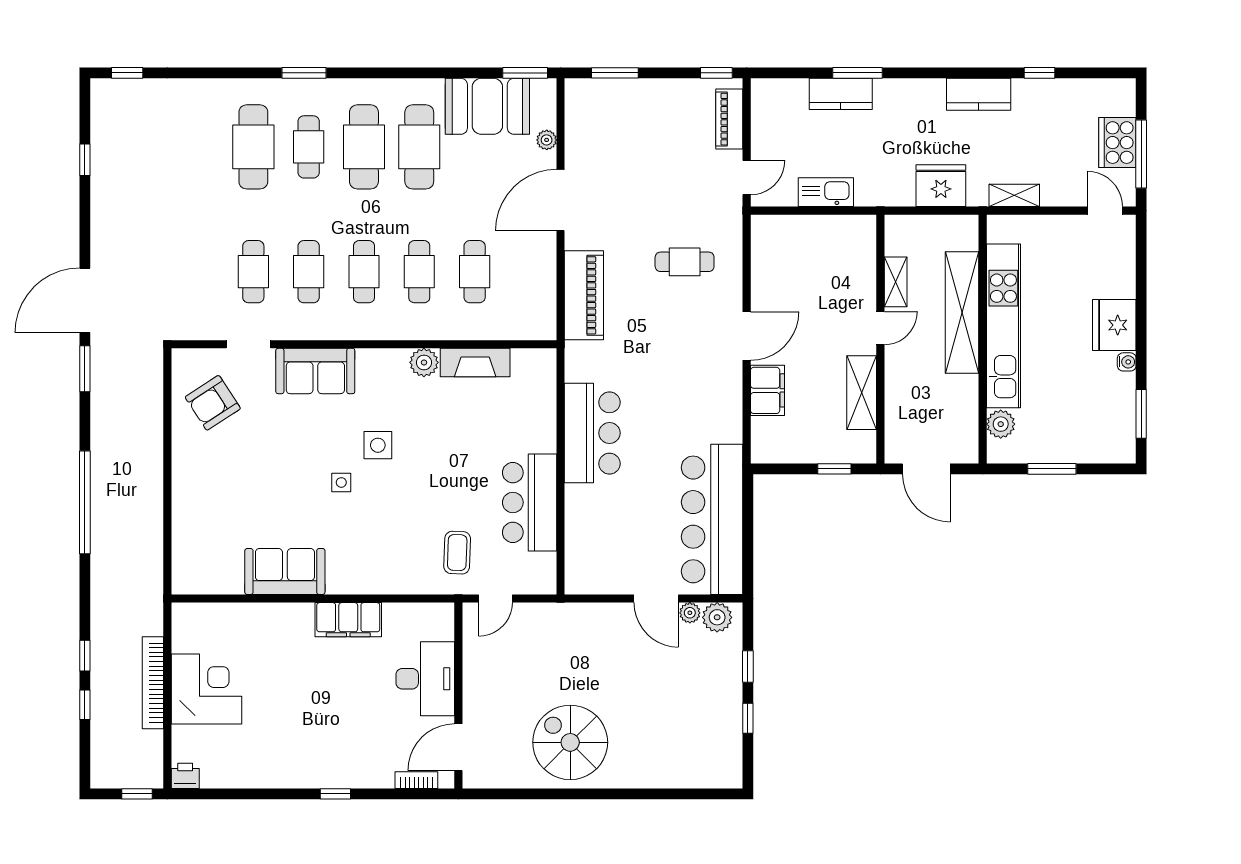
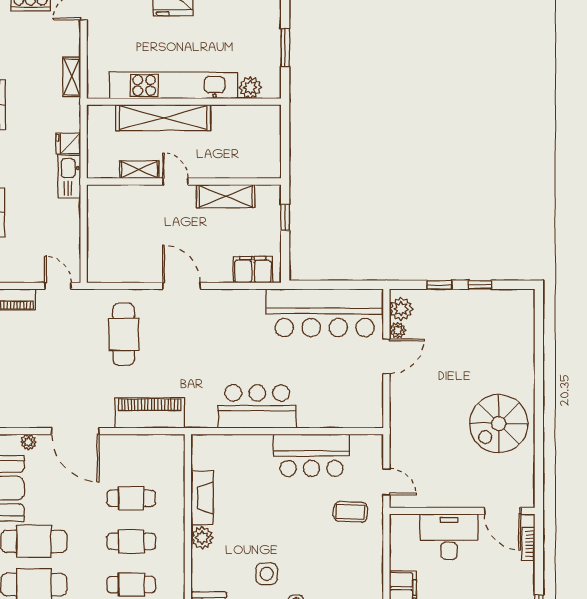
fridge: (941, 186) -> (68, 143), width x0.53, depth x0.75
kitchen sink: (826, 192) -> (69, 177), moved
cafe table: (685, 262) -> (124, 334), width x1.37, depth x1.35
filing cabinet: (767, 390) -> (253, 270), moved
door: (926, 469) -> (285, 146), removed

